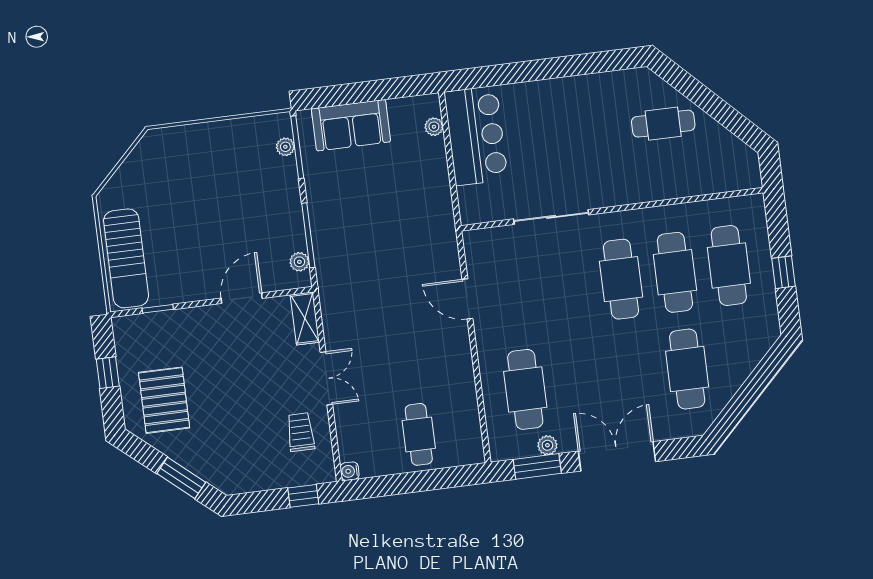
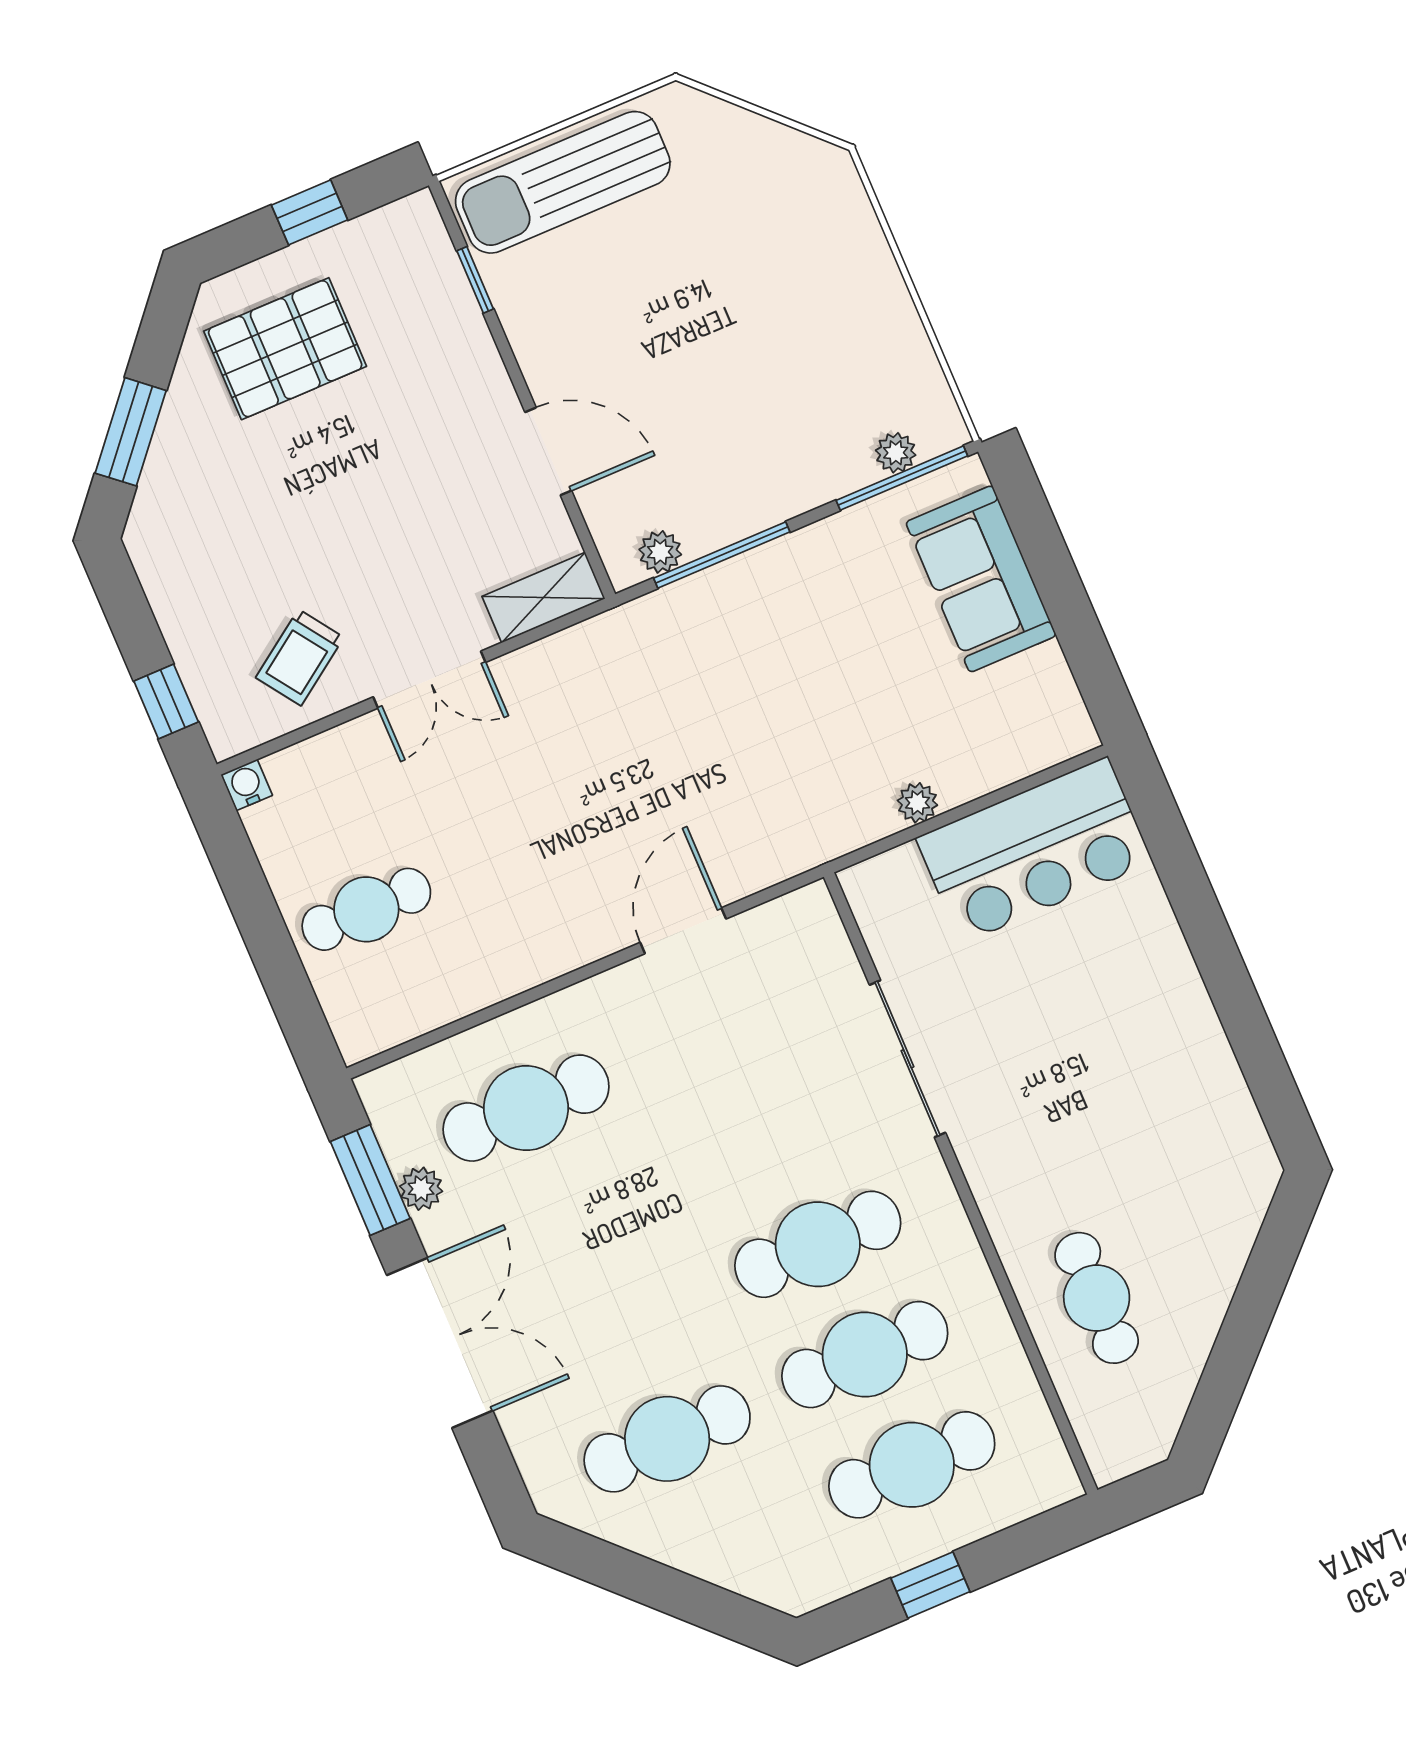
cafe table: (663, 124) -> (1097, 1298), moved
plant: (434, 127) -> (917, 803), moved
trolley: (301, 432) -> (300, 657), turned 145

